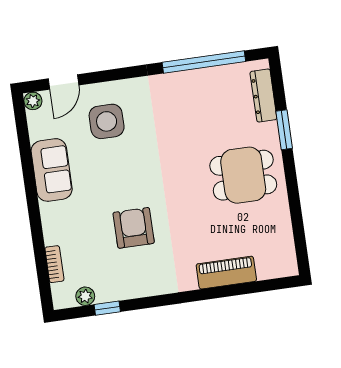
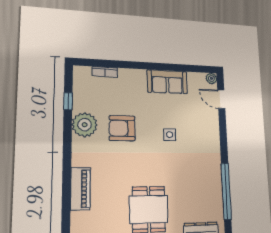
side table: (107, 121) -> (170, 135), moved, width x0.54, depth x0.54
armchair: (134, 228) -> (122, 128), turned 180
plant: (85, 296) -> (85, 125), moved, width x1.88, depth x1.88

